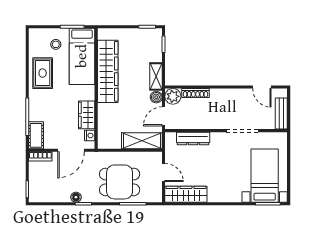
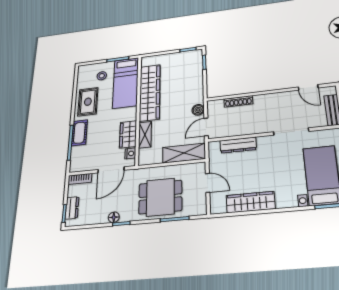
shelving: (156, 76) -> (145, 135), moved
plant: (173, 96) -> (215, 107), removed
cot: (36, 135) -> (79, 133), moved
dresser: (35, 185) -> (72, 208), added
wardrobe: (186, 194) -> (251, 202), moved

